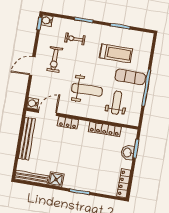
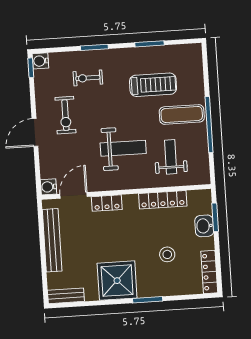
stool: (99, 165) -> (167, 254), added
bench: (32, 177) -> (66, 296), width x0.73
shower: (56, 179) -> (117, 281), width x1.86, depth x1.86

